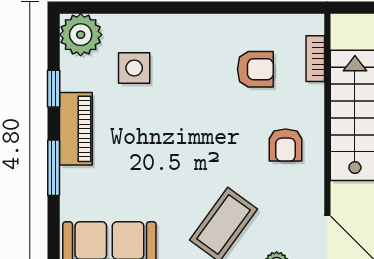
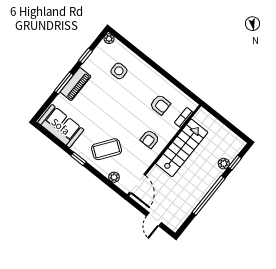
plant: (81, 35) -> (109, 39), width x0.53, depth x0.53
piano: (76, 129) -> (75, 84), moved

